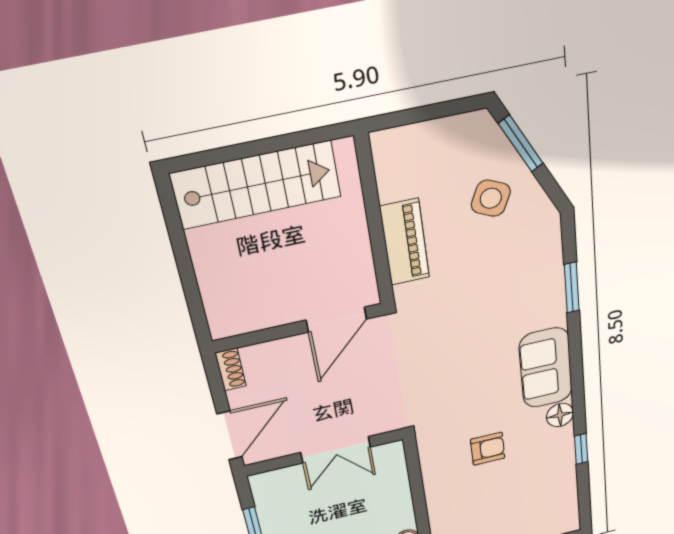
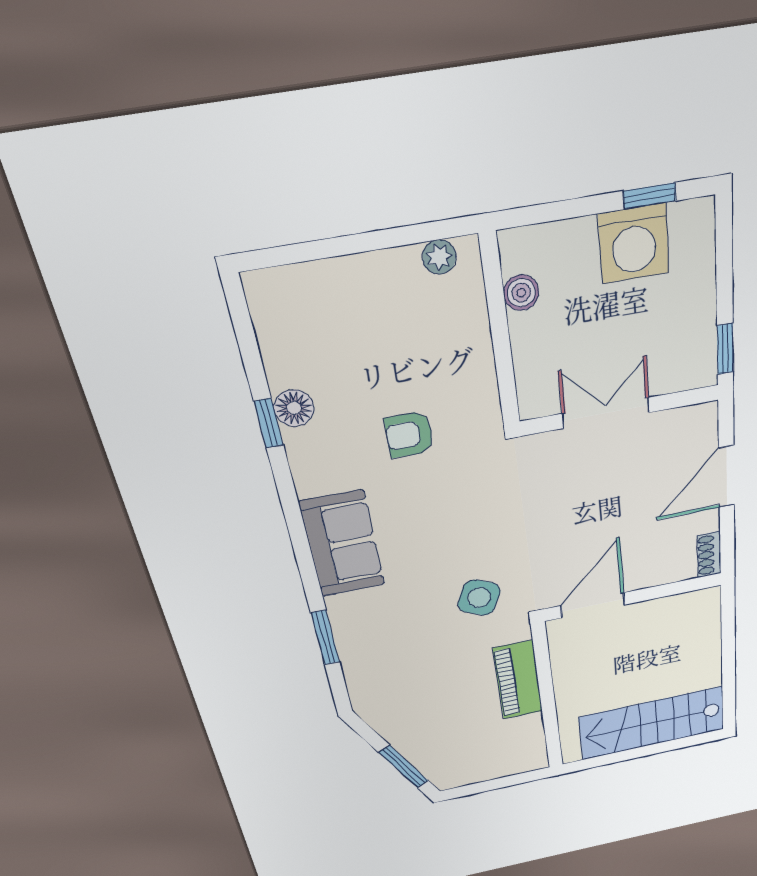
side table: (491, 198) -> (479, 598), moved
floor lamp: (560, 415) -> (294, 408), moved
double door: (336, 450) -> (606, 413), moved
wall: (324, 452) -> (620, 410), moved

